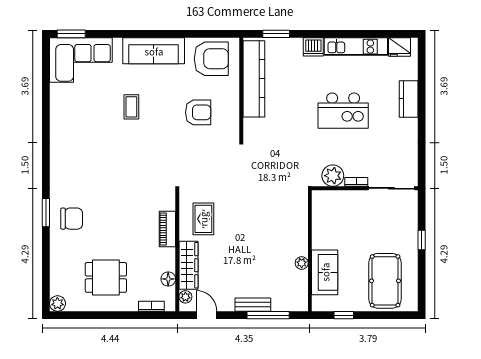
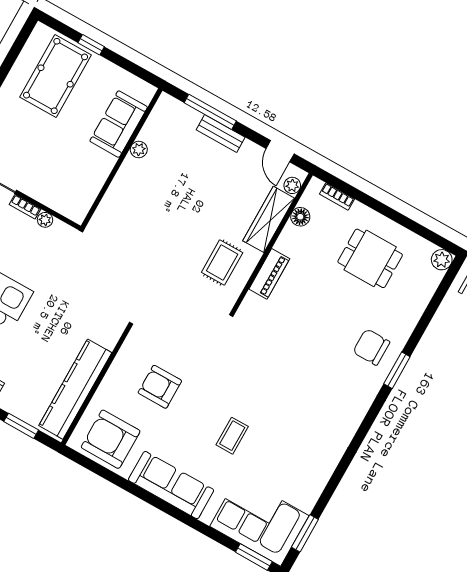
window: (46, 69) -> (305, 533), added
plant: (333, 176) -> (45, 220), width x0.53, depth x0.53
window: (344, 315) -> (91, 45), moved

